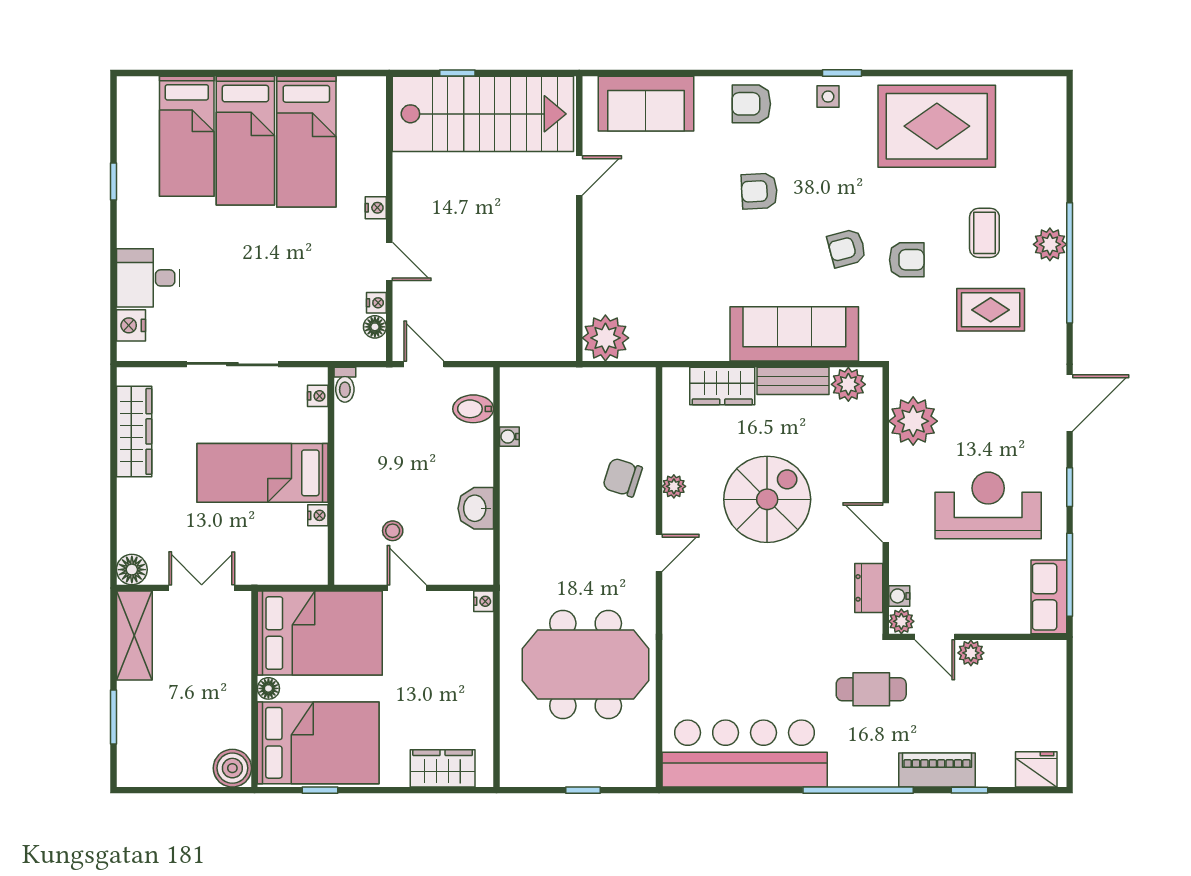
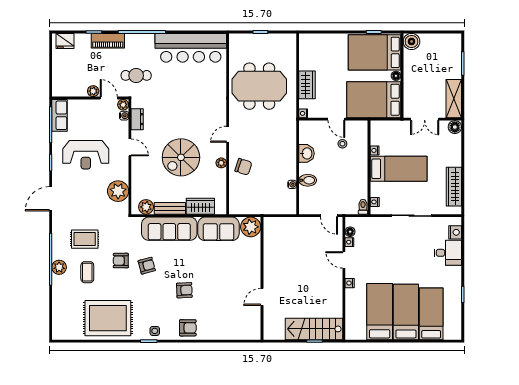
sofa: (646, 104) -> (218, 229), moved, turned 180
stairs: (483, 114) -> (314, 329), width x0.73, depth x0.66
bidet: (473, 409) -> (308, 180), moved
wardrobe: (443, 768) -> (307, 85), moved, turned -90

